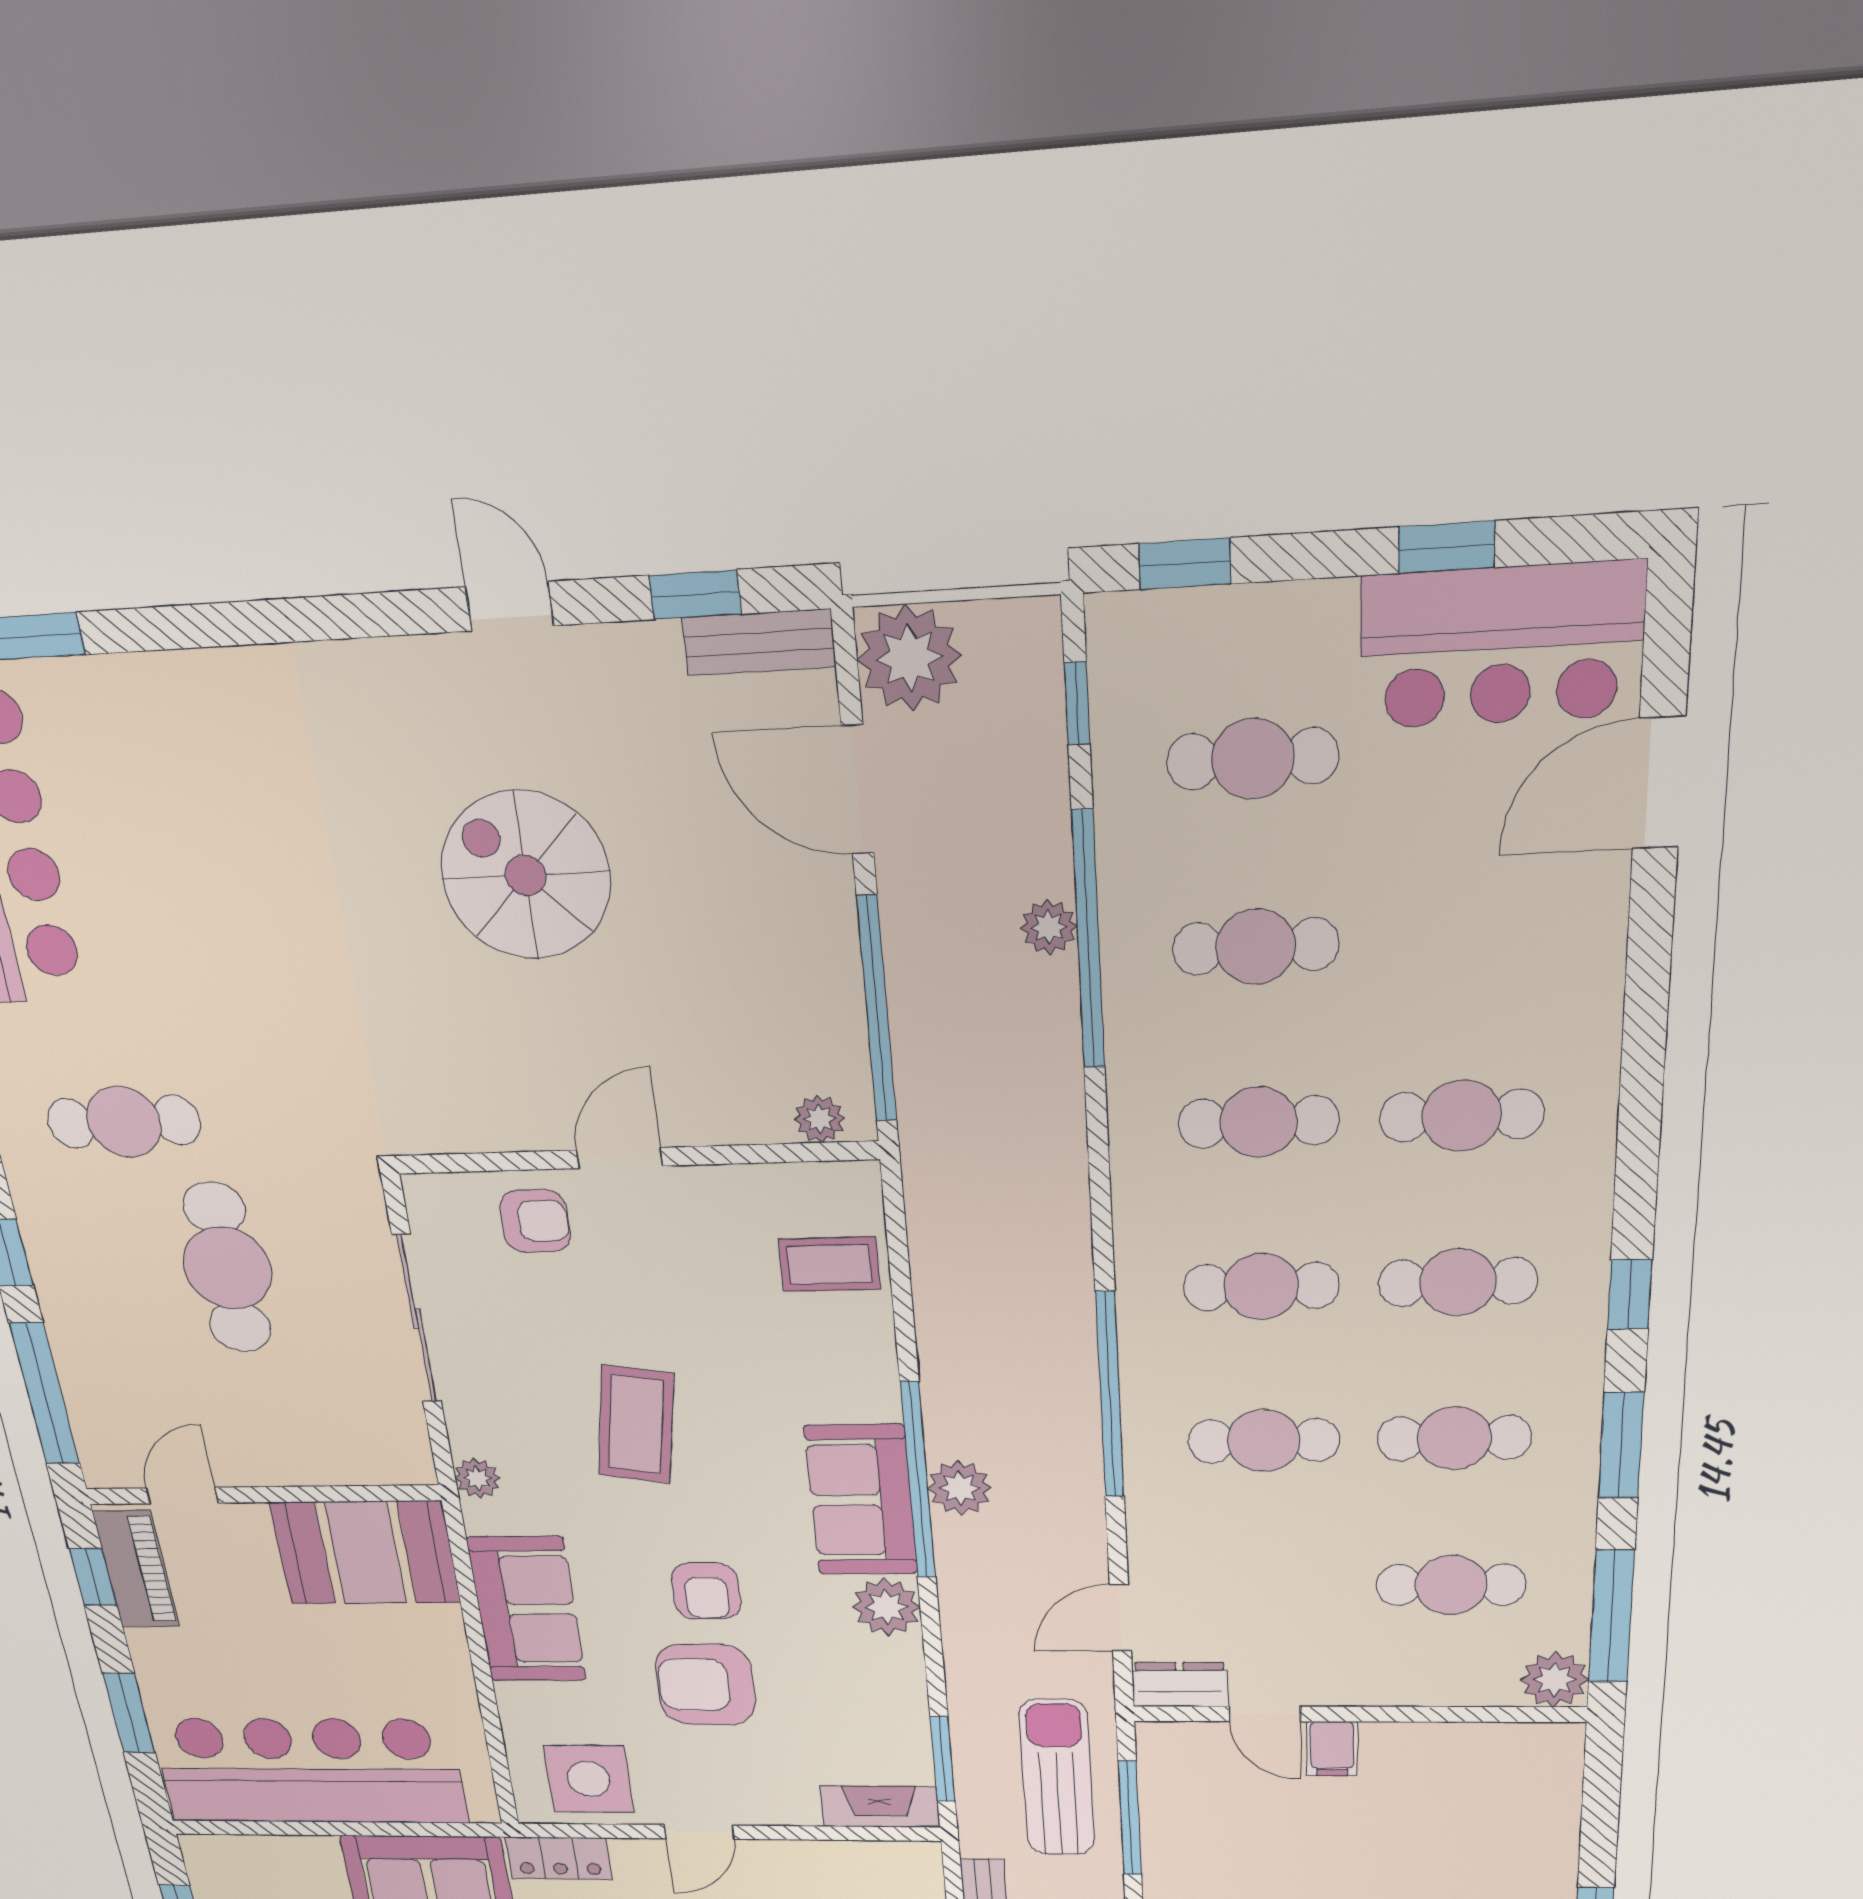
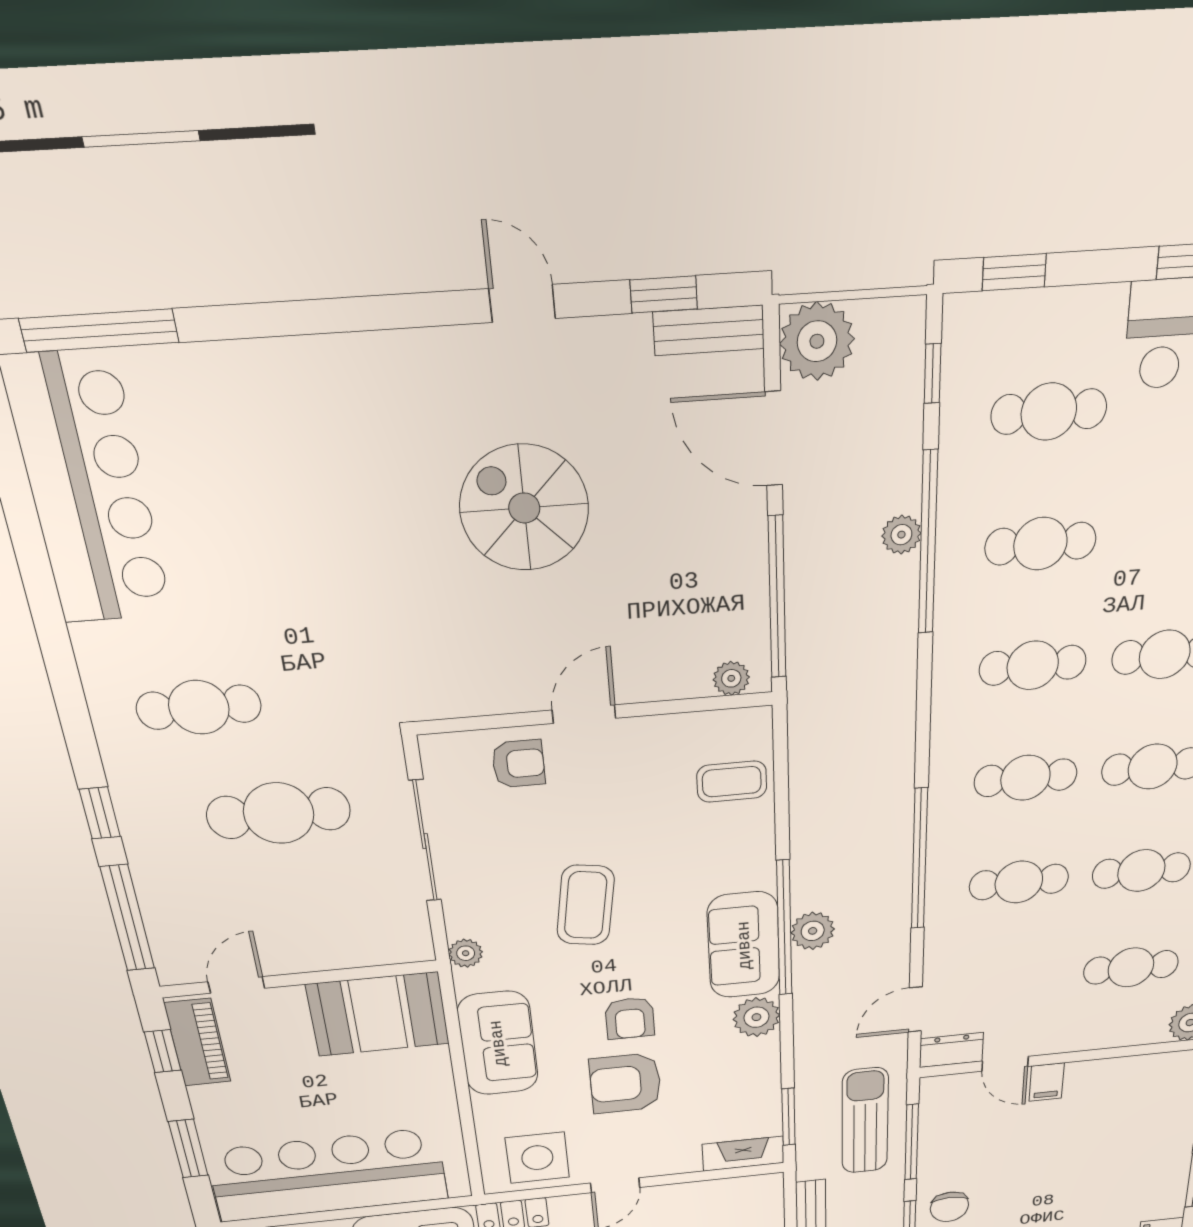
cafe table: (227, 1268) -> (279, 813), turned 90

